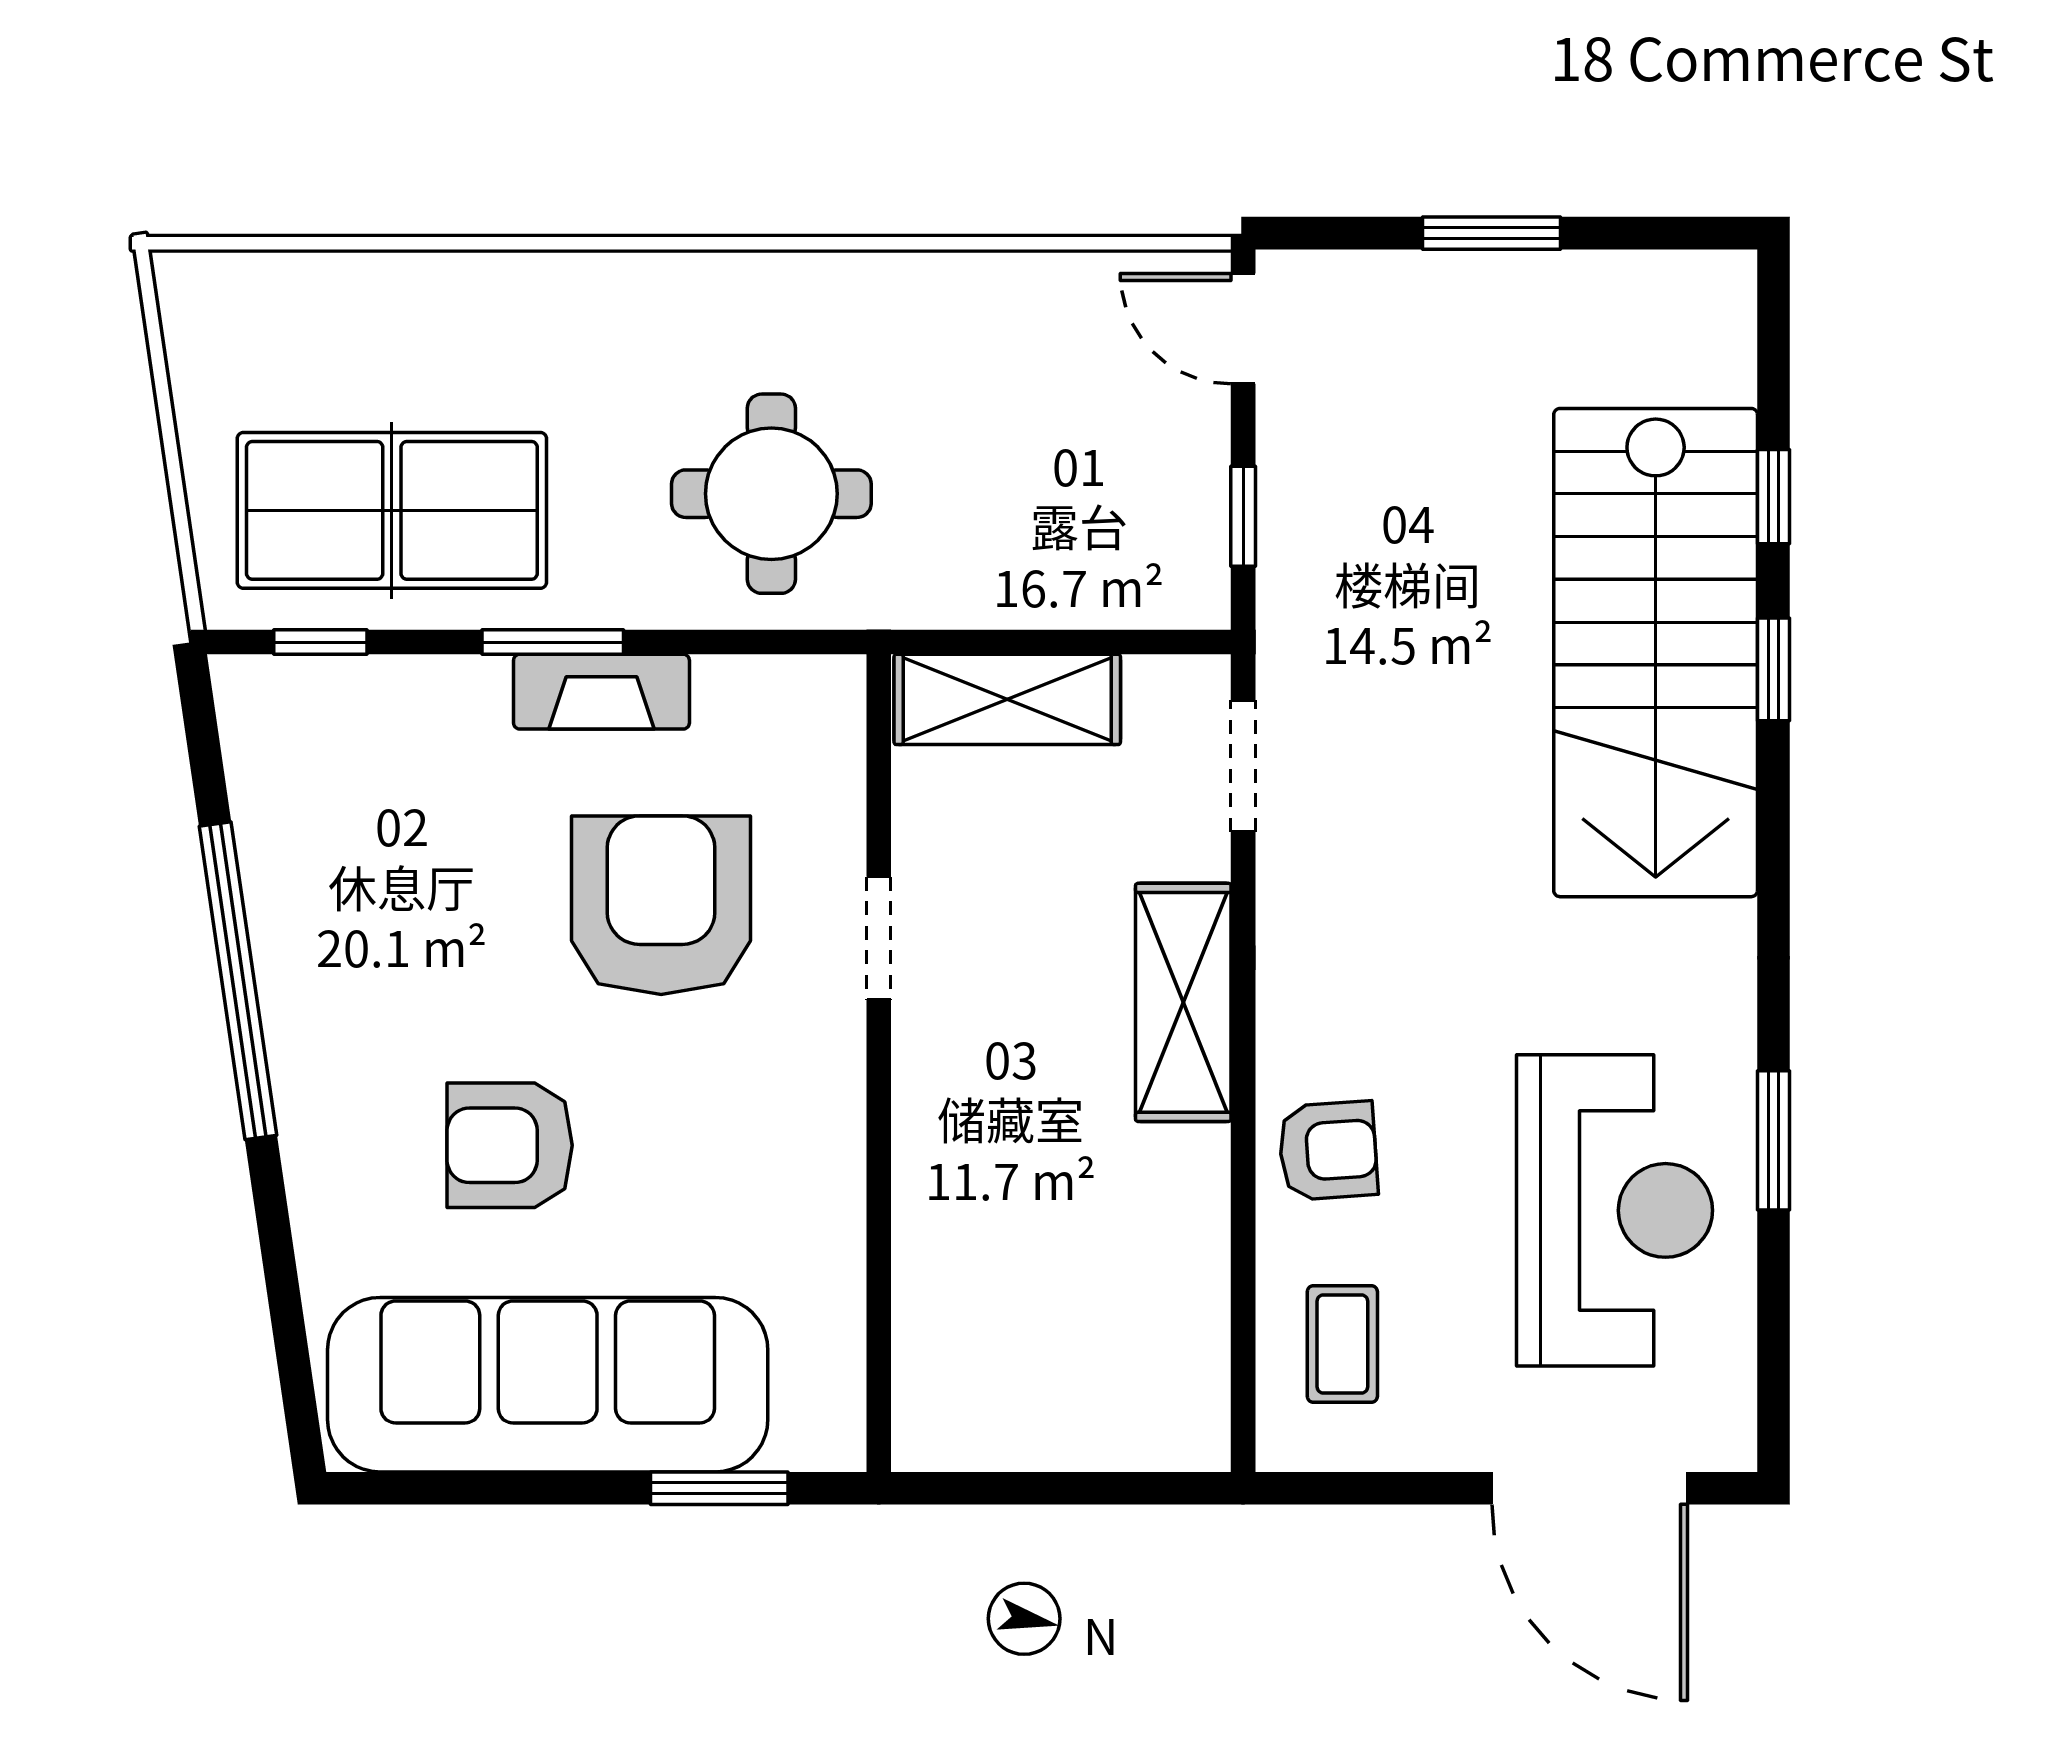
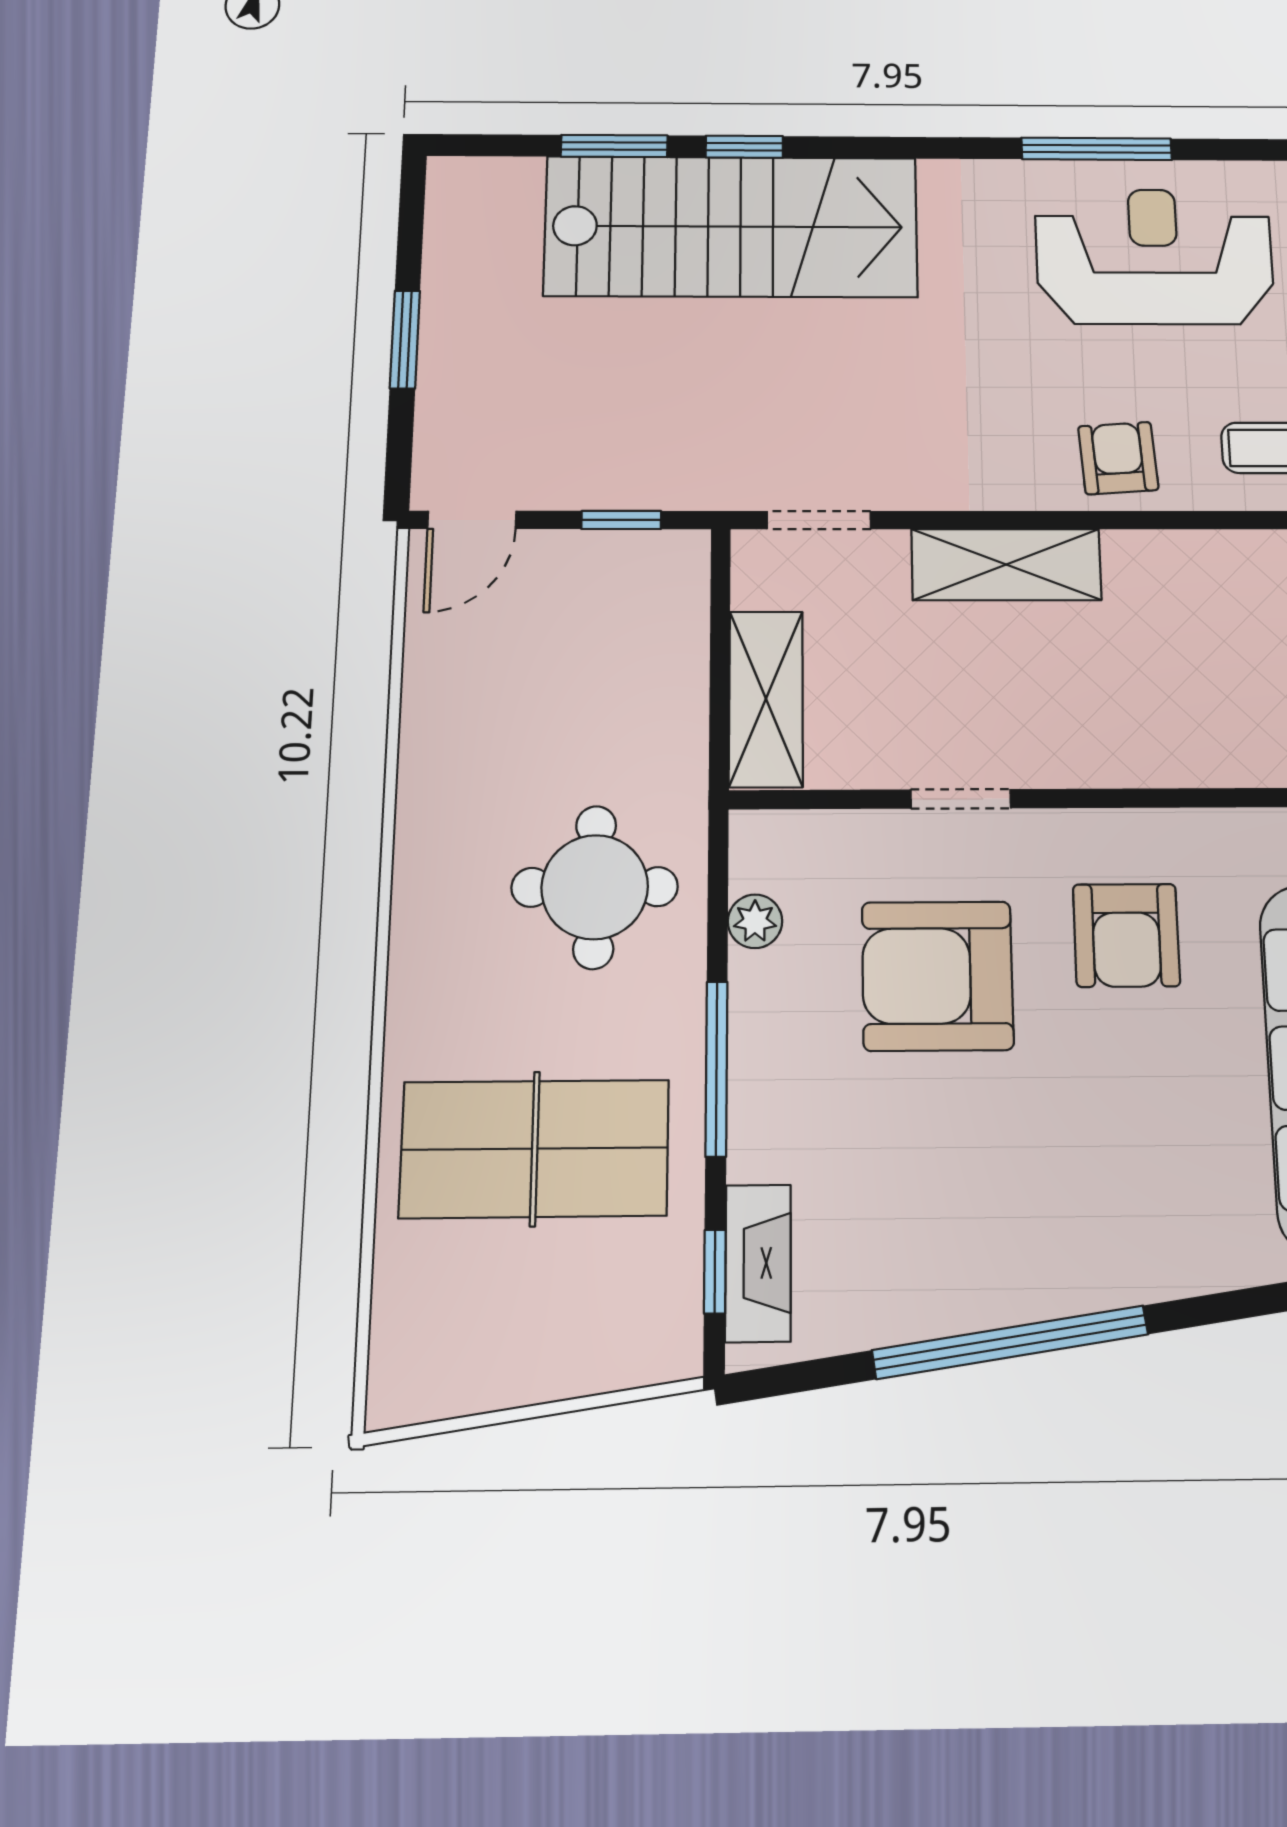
window: (1774, 497) -> (614, 146), width x1.50
table tennis table: (392, 510) -> (535, 1149), moved, turned 90
window: (553, 642) -> (717, 1068), width x1.44
plant: (728, 687) -> (755, 921), added
fireplace: (601, 692) -> (758, 1263), moved
window: (1774, 1140) -> (1097, 149), width x1.44
armchair: (510, 1145) -> (1126, 935), moved

